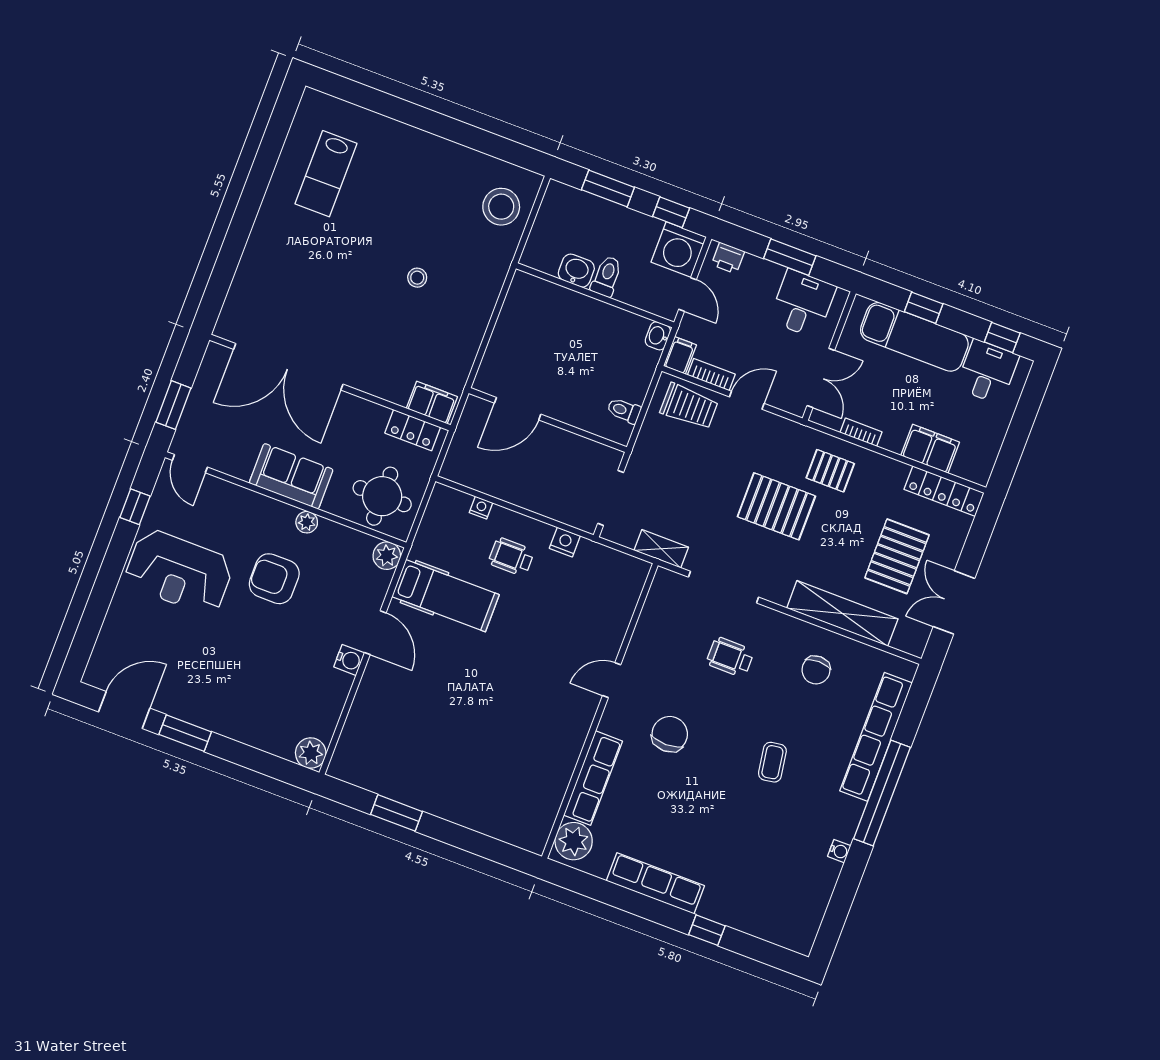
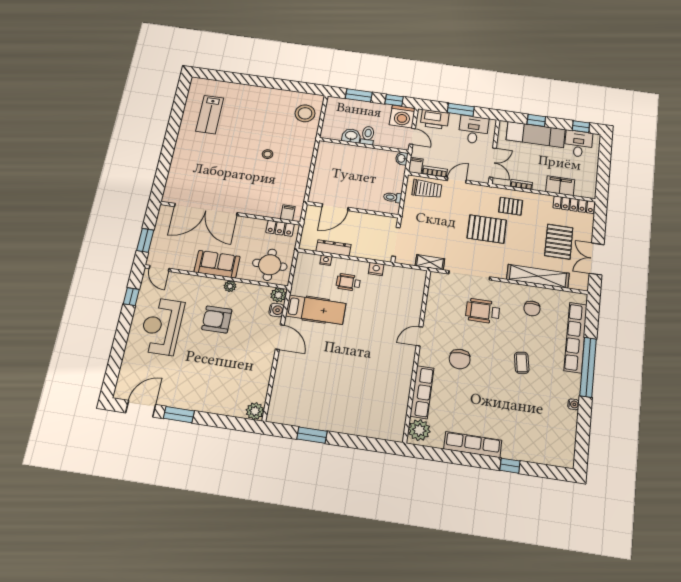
printer: (728, 258) -> (435, 119), width x1.87, depth x1.48
filing cabinet: (432, 403) -> (288, 213), width x0.50
dresser: (499, 487) -> (333, 248), added
reception desk: (179, 572) -> (162, 326), turned 90
wheelchair: (730, 657) -> (483, 311), width x1.36, depth x1.37
water cooler: (349, 660) -> (276, 310), moved
chair: (670, 734) -> (460, 359), turned 180

